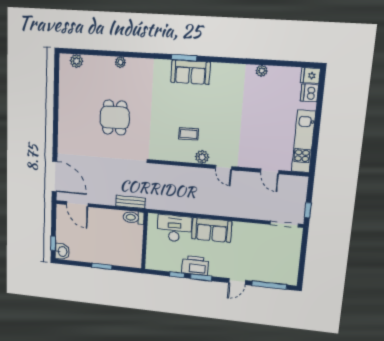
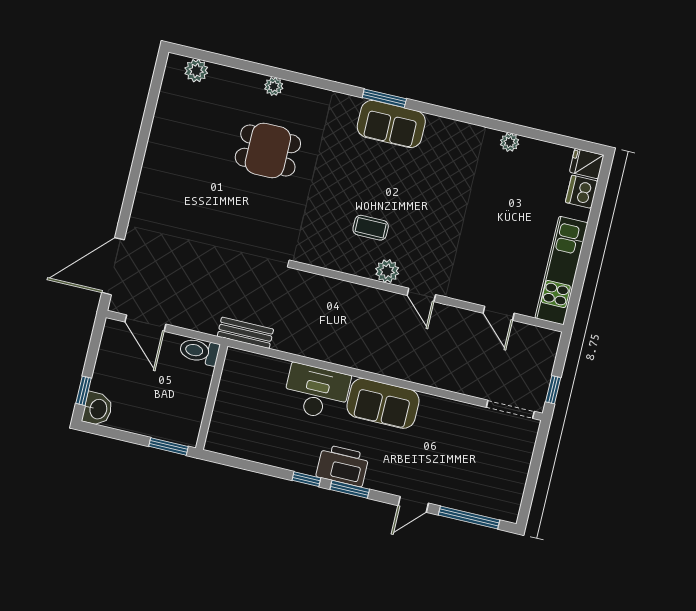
dining table: (115, 118) -> (268, 150), moved, turned 90
door: (55, 176) -> (113, 266), swing flipped
toilet: (134, 218) -> (199, 351), moved
wall: (145, 241) -> (212, 397), moved

